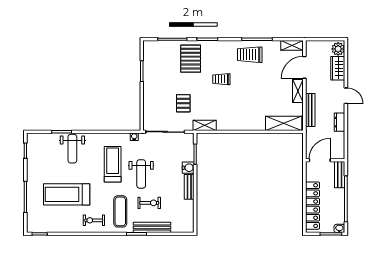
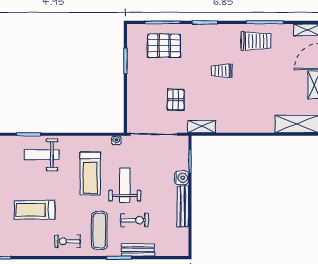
trolley: (250, 55) -> (256, 41), turned 180
pallet: (191, 59) -> (164, 46), moved, turned 90
weight bench: (72, 149) -> (42, 155), turned 90
treadmill: (113, 164) -> (90, 174), turned 180
weight bench: (141, 174) -> (125, 185), turned 180
bench: (189, 187) -> (183, 206), width x1.36
treadmill: (67, 194) -> (35, 210), width x0.73, depth x0.73
bench: (152, 227) -> (138, 250), width x0.73

